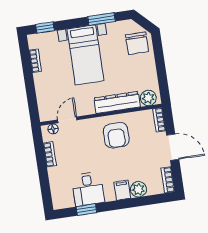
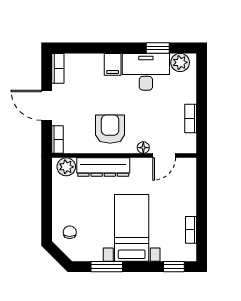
chair: (137, 43) -> (70, 232), width x0.54, depth x0.54
floor lamp: (53, 129) -> (143, 148), moved
desk: (88, 189) -> (146, 72), width x1.37
plant: (138, 189) -> (180, 62), moved

